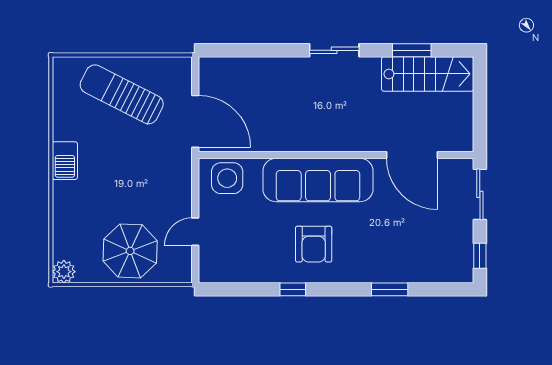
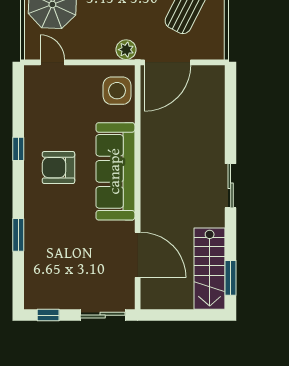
window: (412, 50) -> (231, 278), moved
door: (412, 155) -> (138, 255), swing flipped
plant: (181, 168) -> (126, 50), added
door: (195, 232) -> (52, 62), moved

